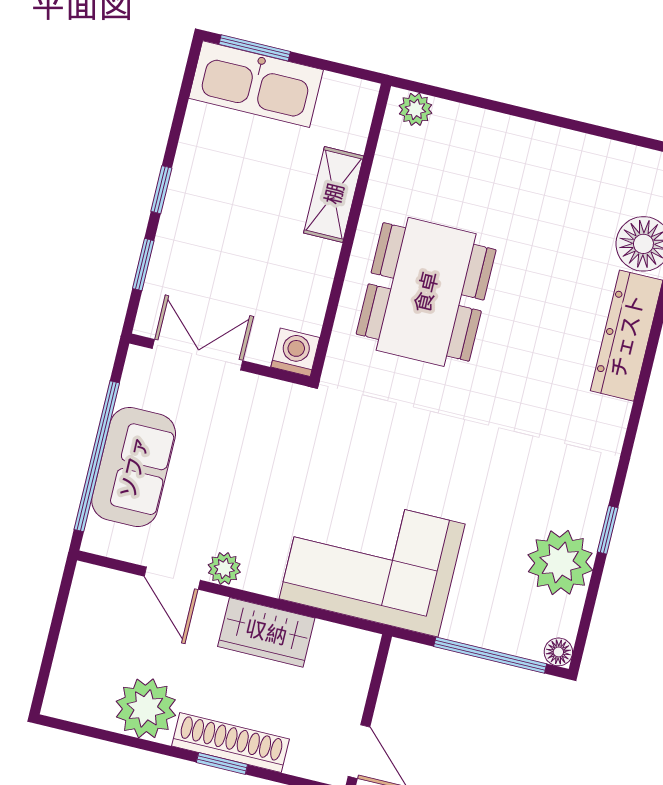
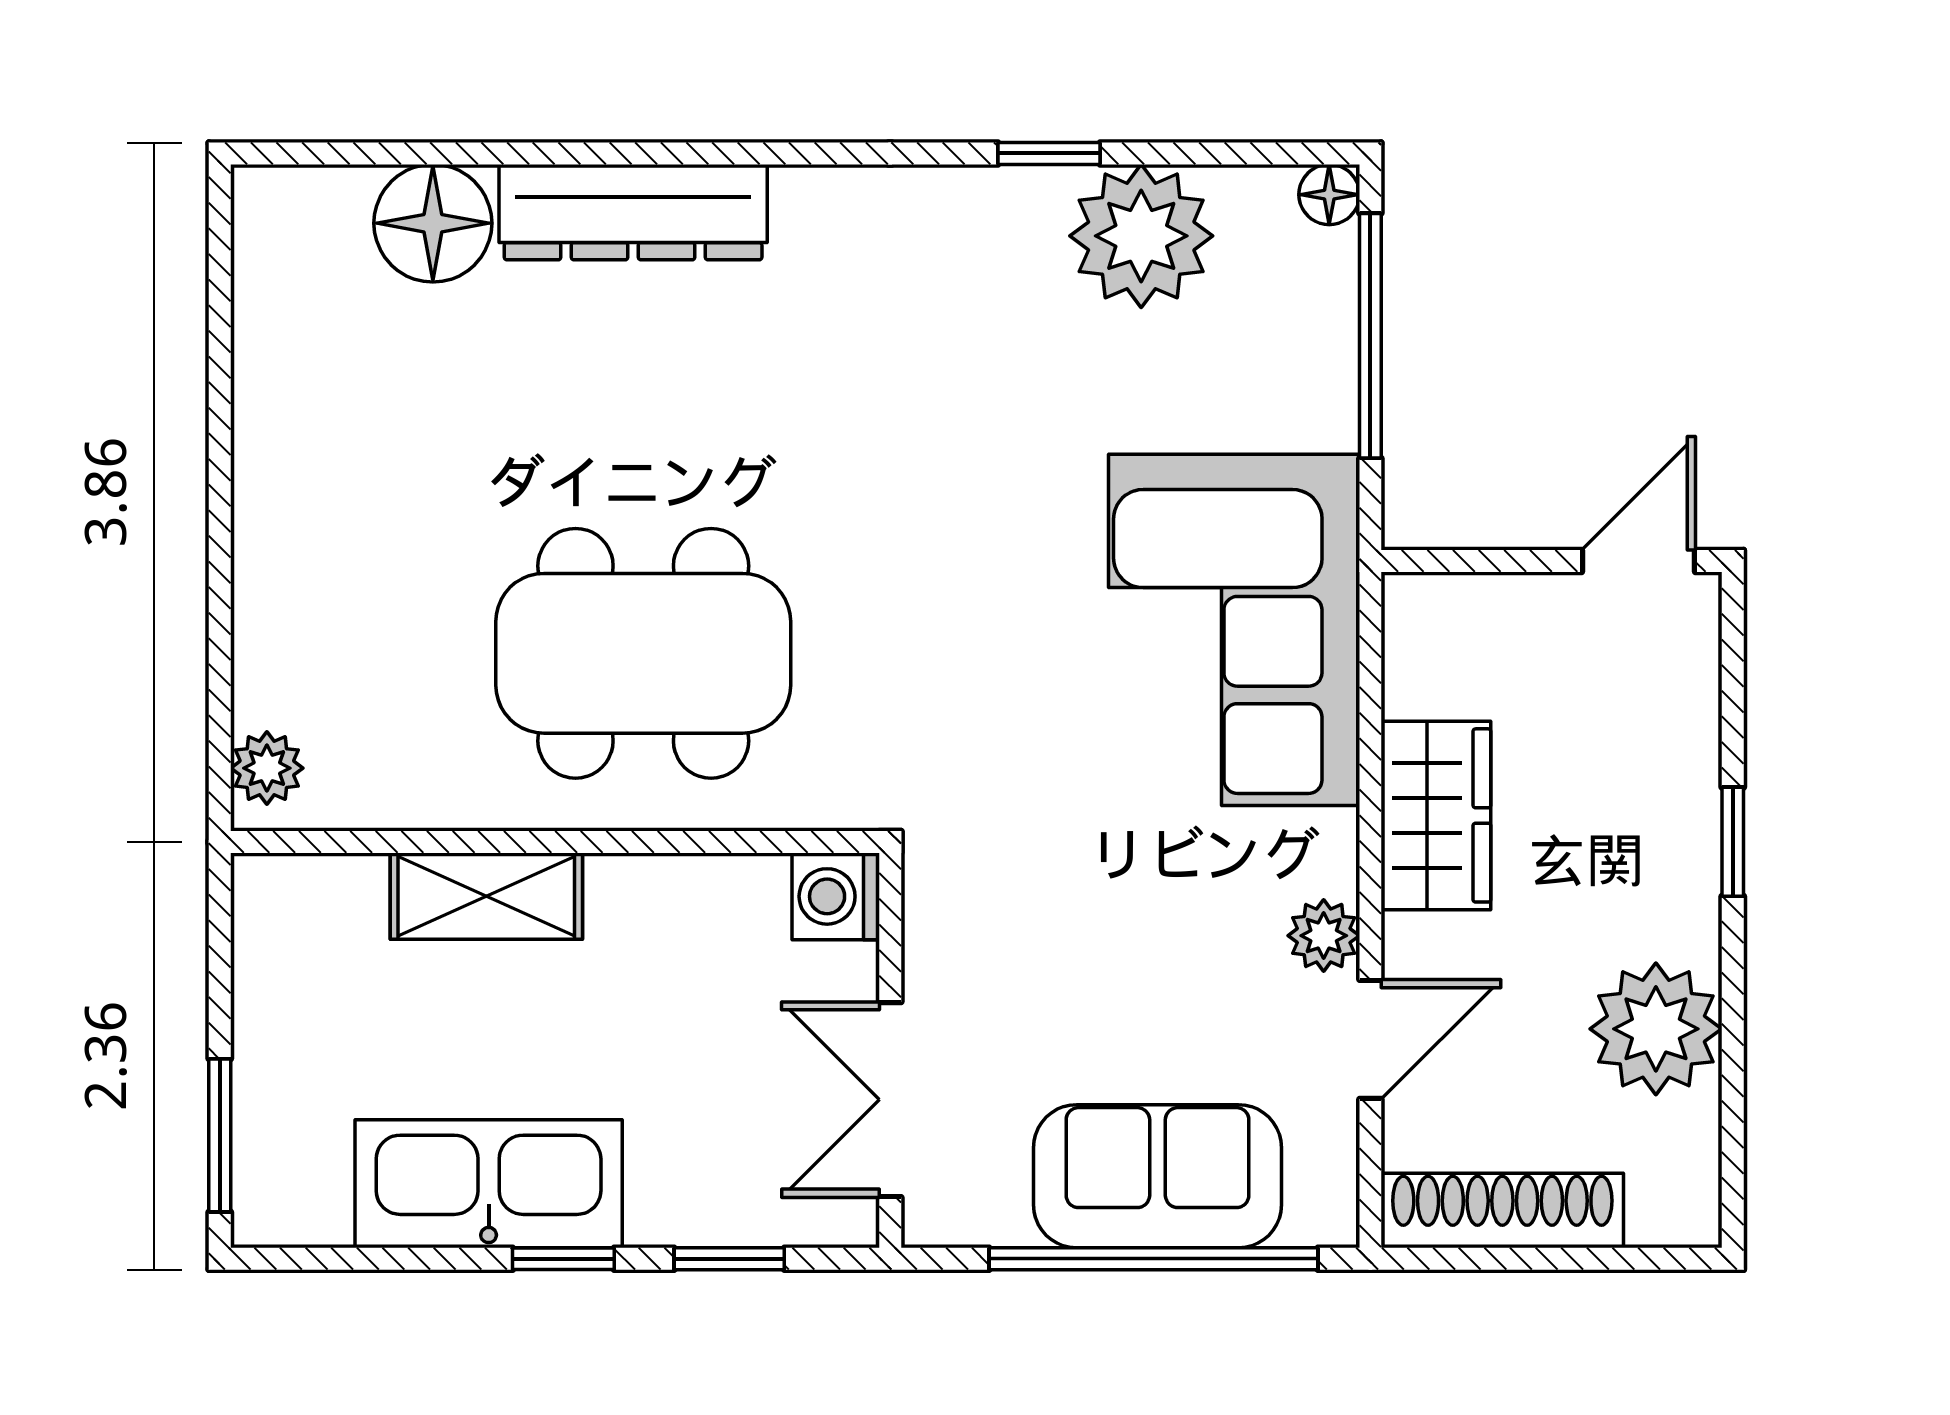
kitchen sink: (256, 84) -> (489, 1184), moved, turned -90
shoe rack: (231, 743) -> (1502, 1210), moved, turned 90

